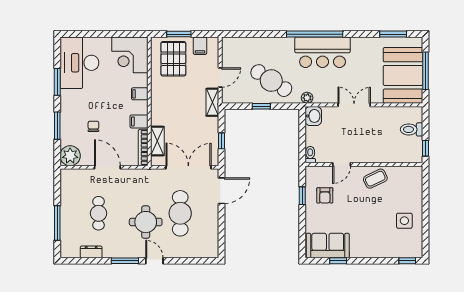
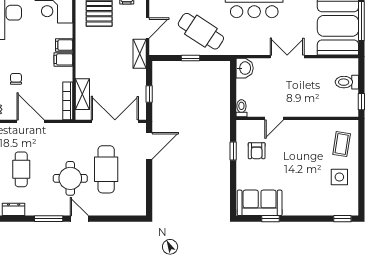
plant: (307, 98) -> (238, 49), removed
filing cabinet: (139, 121) -> (63, 59), moved
coffee table: (375, 179) -> (342, 144), moved, turned -55

